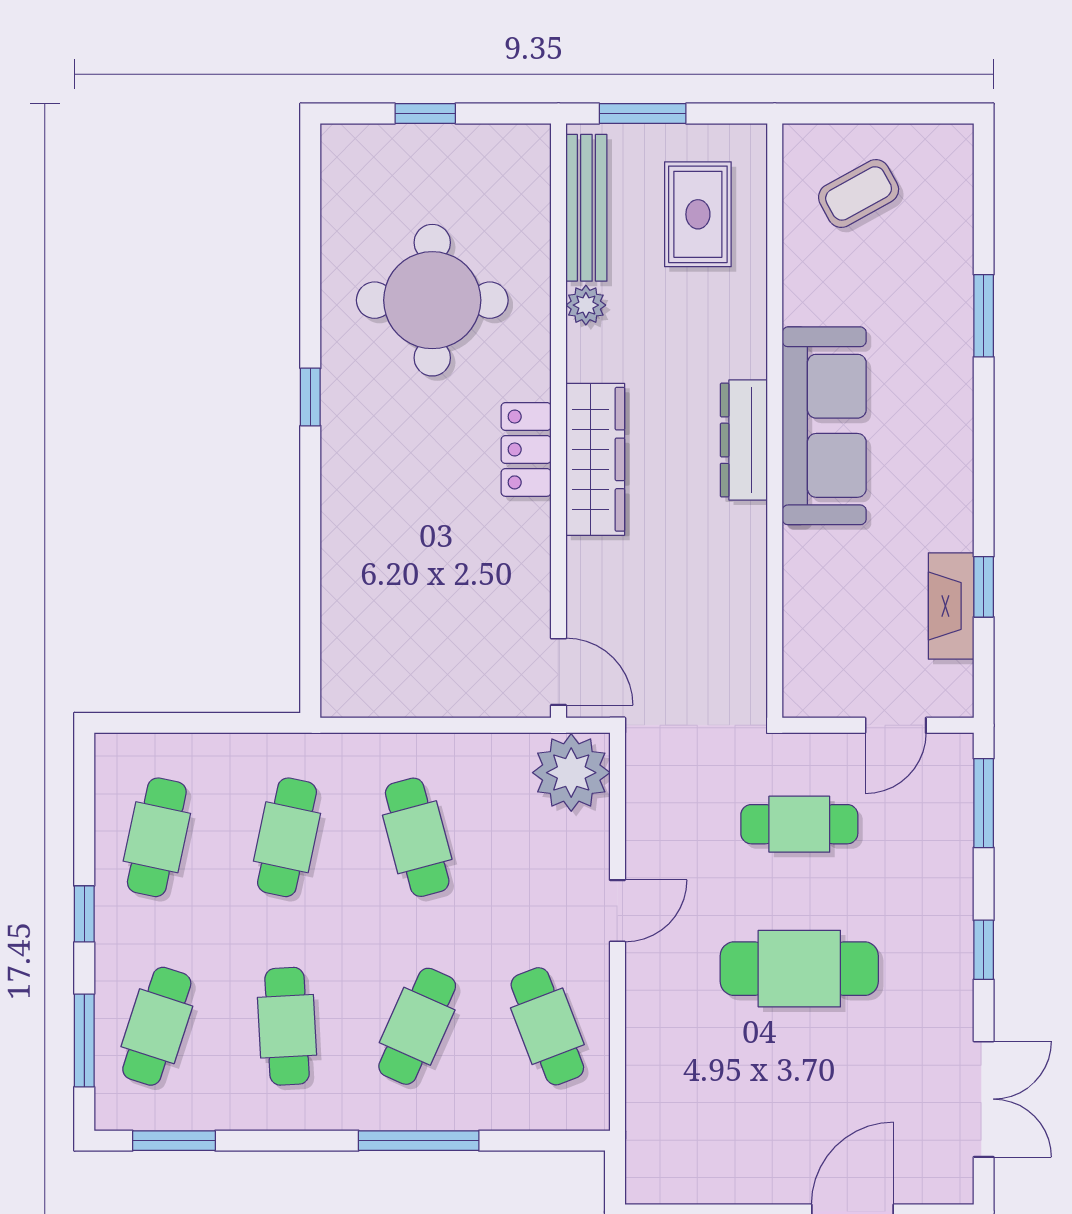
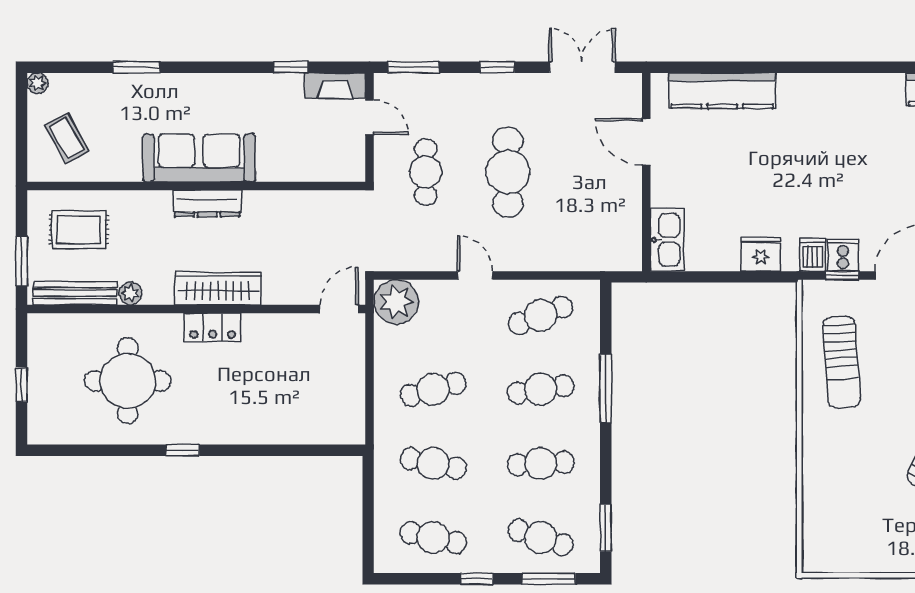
plant: (955, 142) -> (38, 83), added
fireplace: (951, 606) -> (335, 86), moved
cafe table: (417, 1026) -> (541, 389), turned -33

